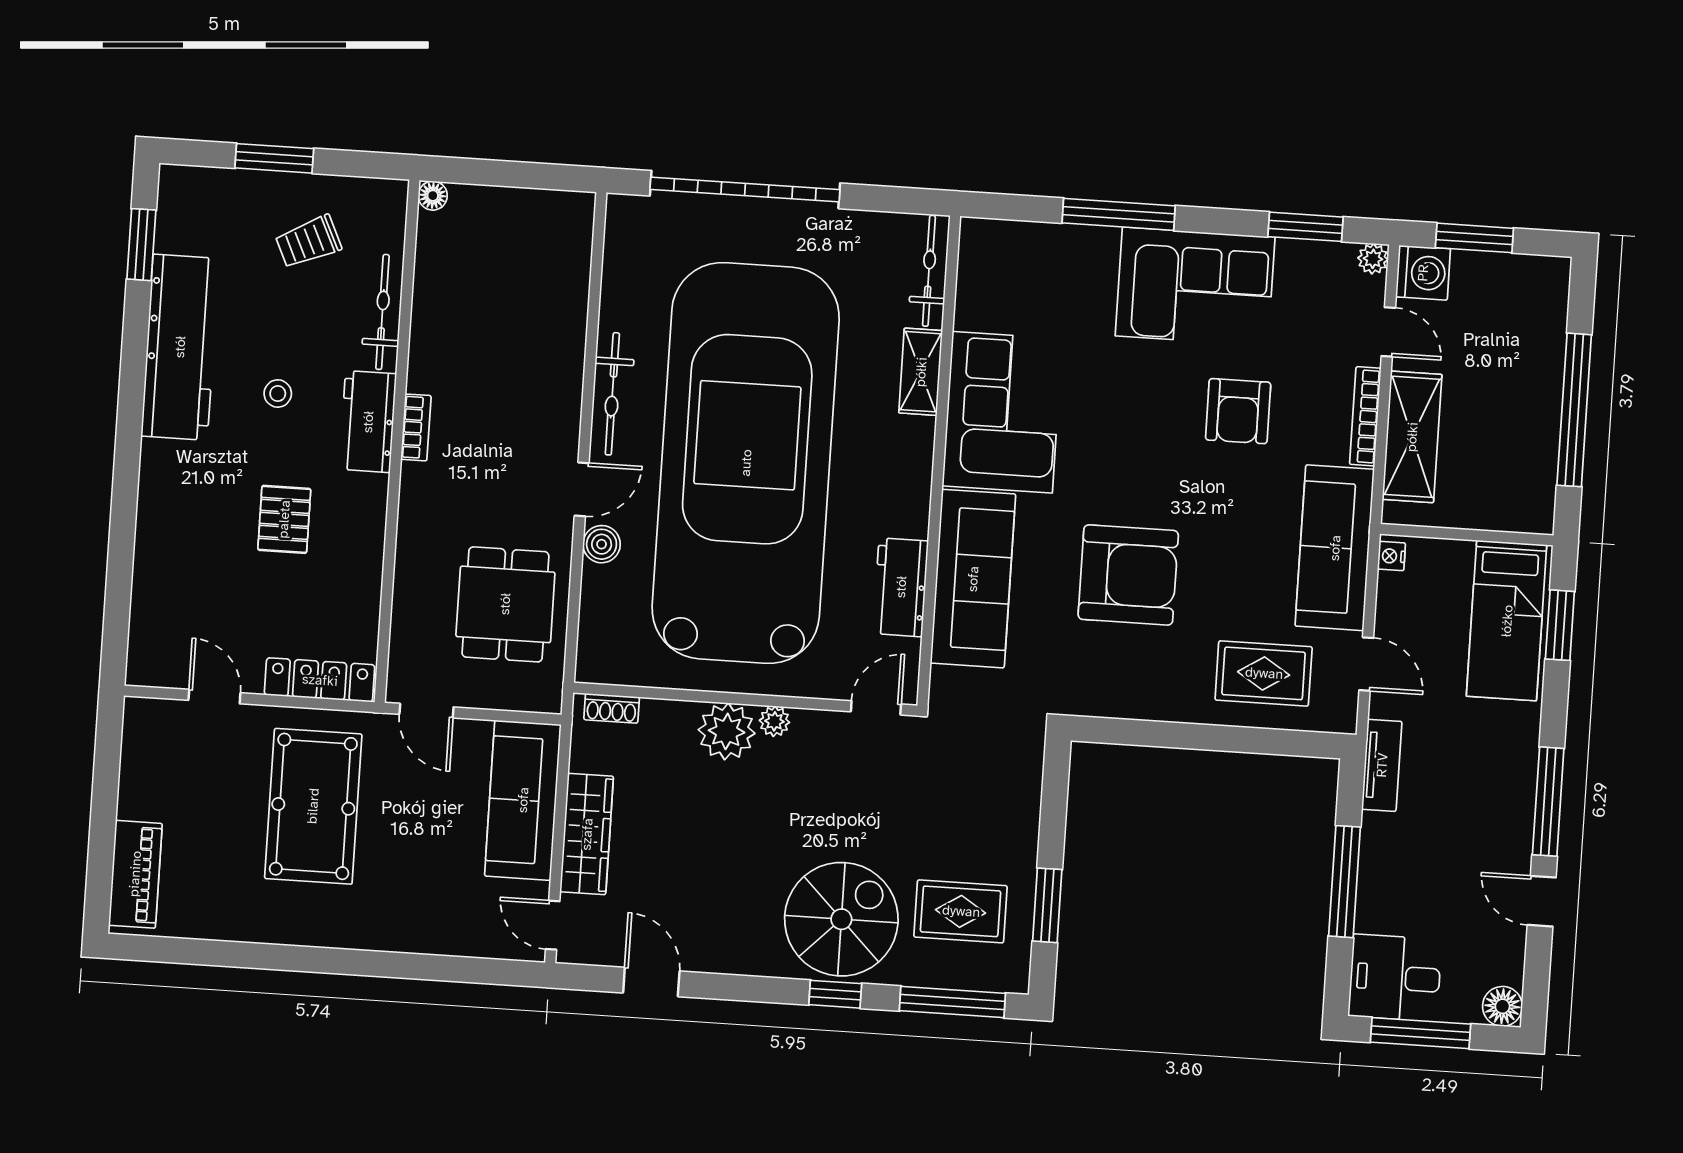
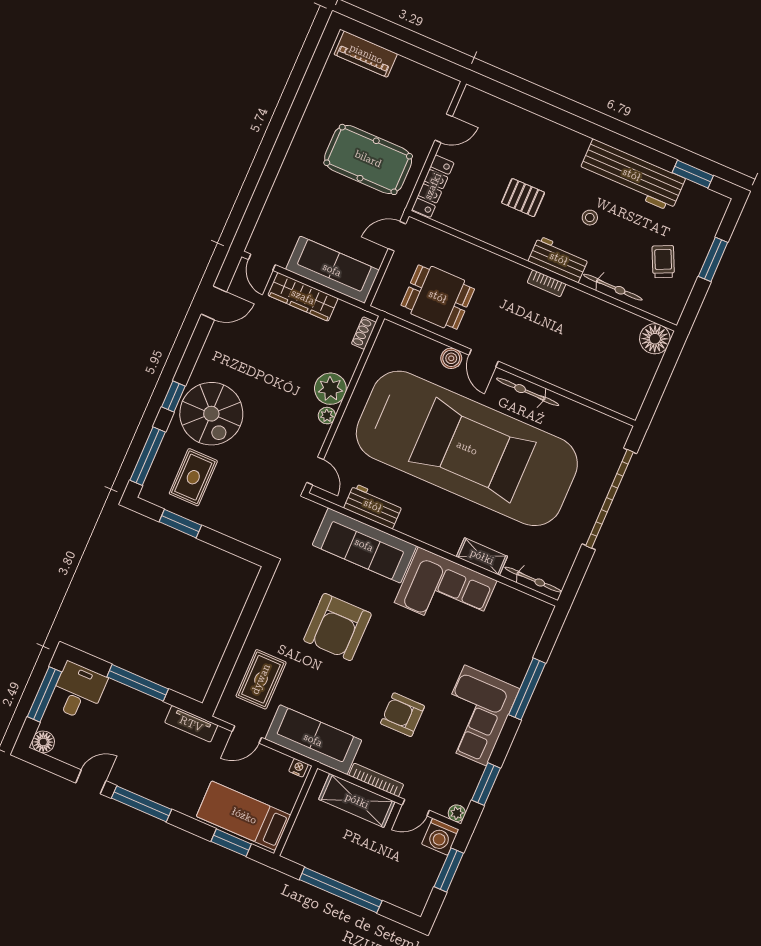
floor lamp: (433, 196) -> (655, 339), width x1.89, depth x1.89
door: (553, 925) -> (262, 262), swing flipped

